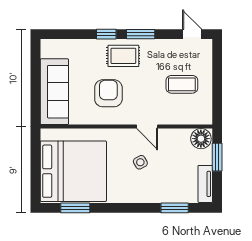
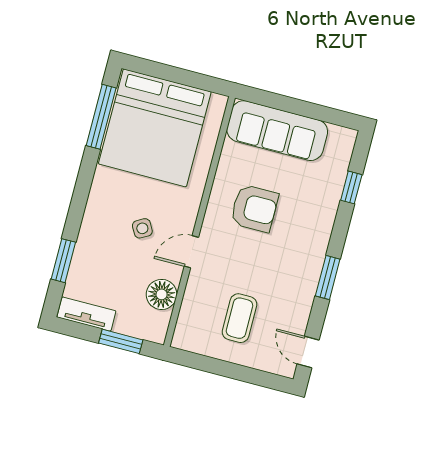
window: (106, 34) -> (351, 187), moved
door: (192, 34) -> (308, 352), swing flipped
rug: (123, 56) -> (303, 244), removed
floor lamp: (201, 139) -> (162, 294), moved
window: (75, 208) -> (101, 117), width x1.44

